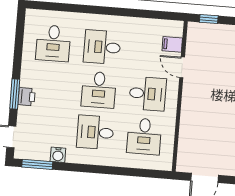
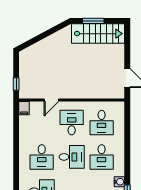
filing cabinet: (172, 44) -> (24, 108), moved
desk: (144, 136) -> (102, 123), turned 90

